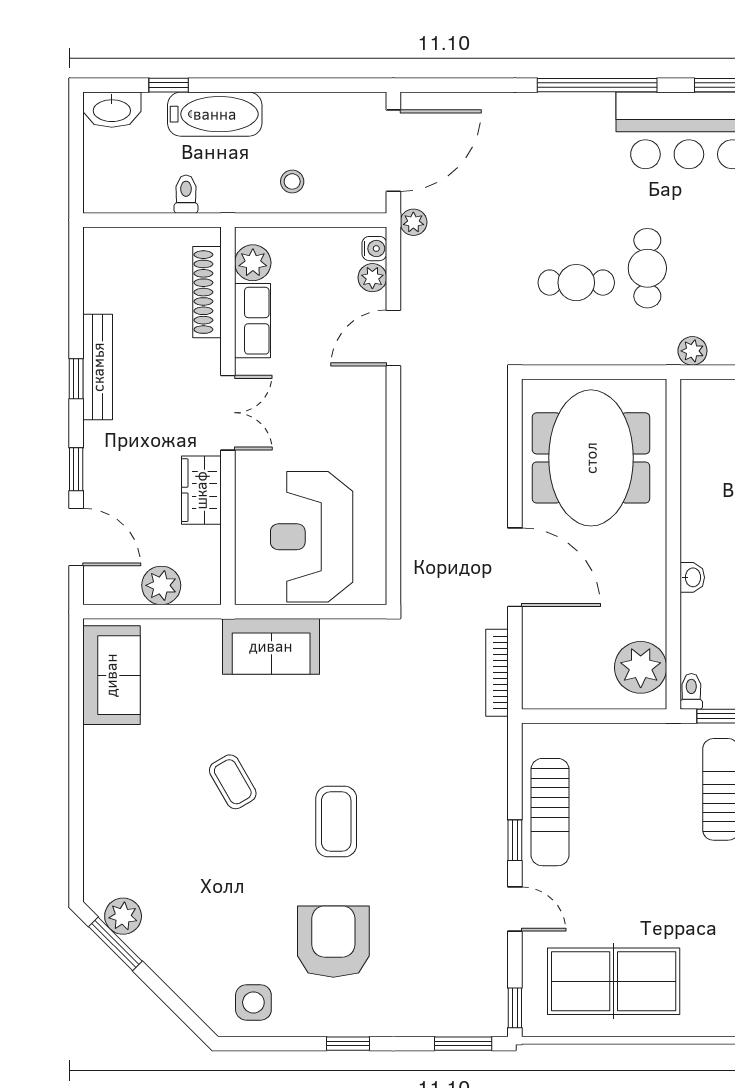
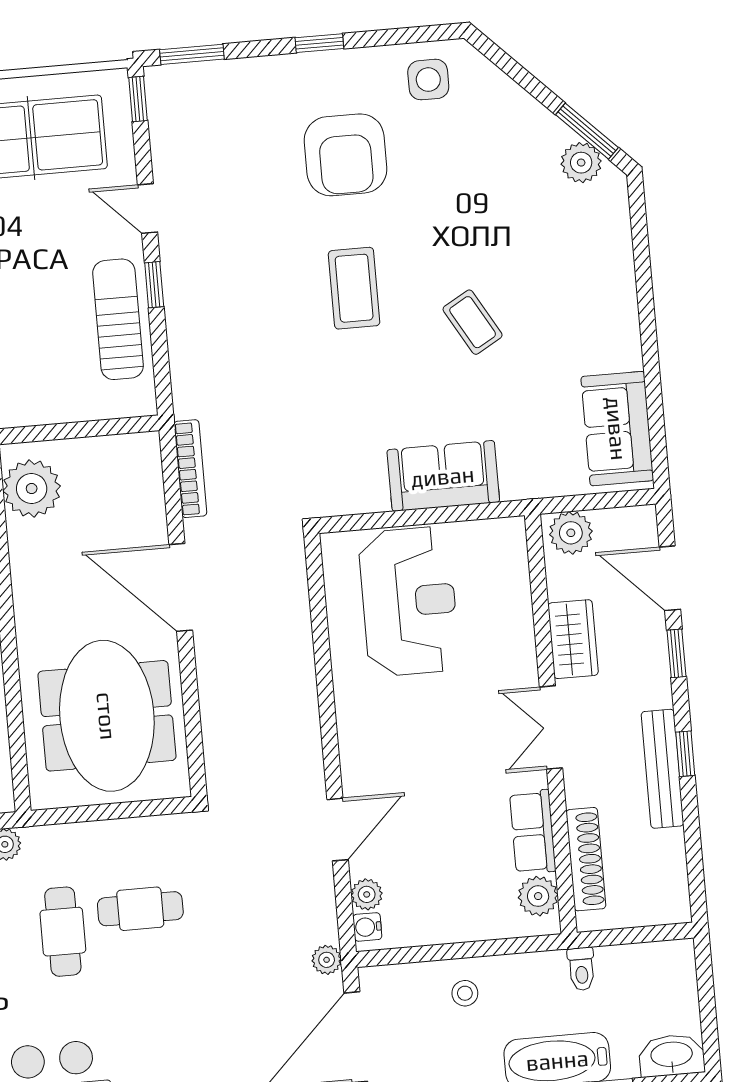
plant: (253, 263) -> (538, 896), moved
shoe rack: (207, 292) -> (586, 859), moved
row of seats: (253, 321) -> (533, 832), moved
double door: (228, 413) -> (551, 727), moved
wall: (228, 416) -> (551, 724), moved
wardrobe: (201, 490) -> (573, 639), moved

